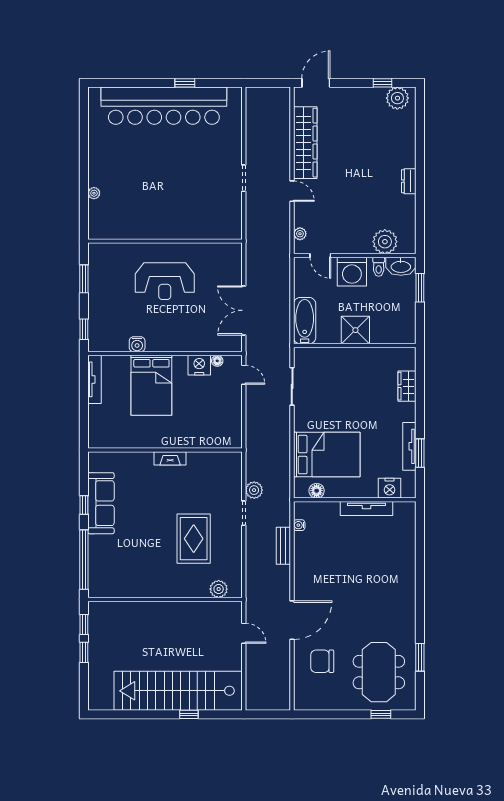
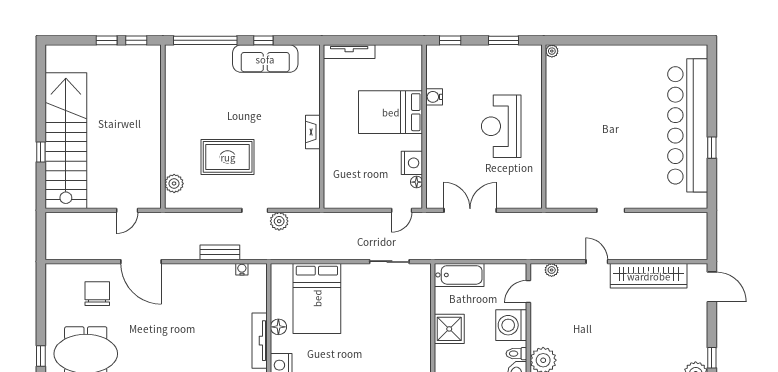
door: (292, 191) -> (597, 262), swing flipped
plant: (94, 193) -> (552, 51), moved
tv unit: (95, 379) -> (349, 52), moved
floor lamp: (317, 491) -> (278, 327), moved

